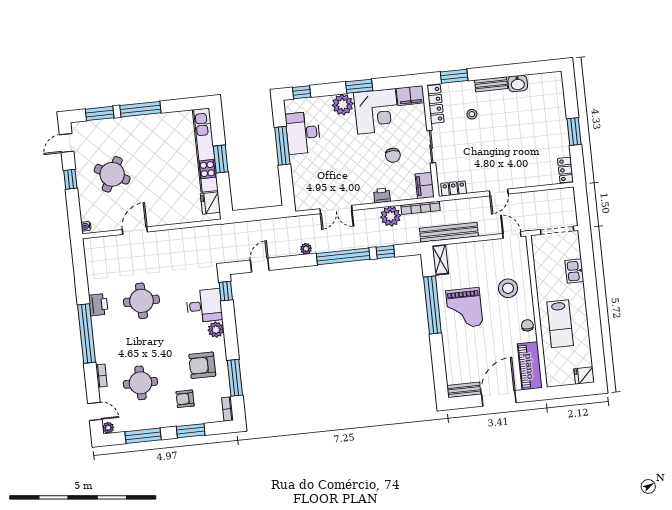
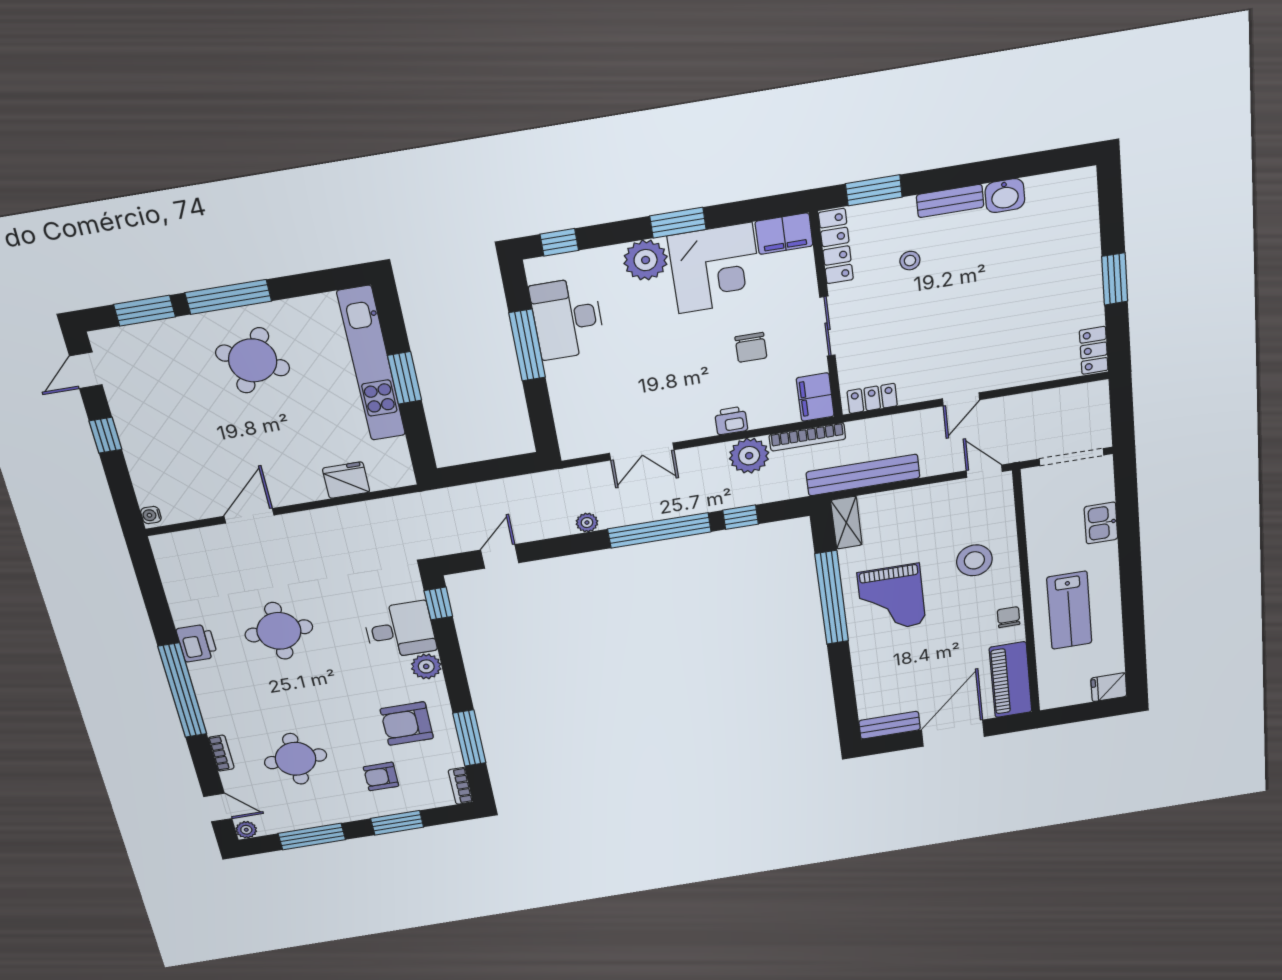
round table: (112, 174) -> (253, 360), moved
fridge: (210, 203) -> (346, 480), moved, turned 90

